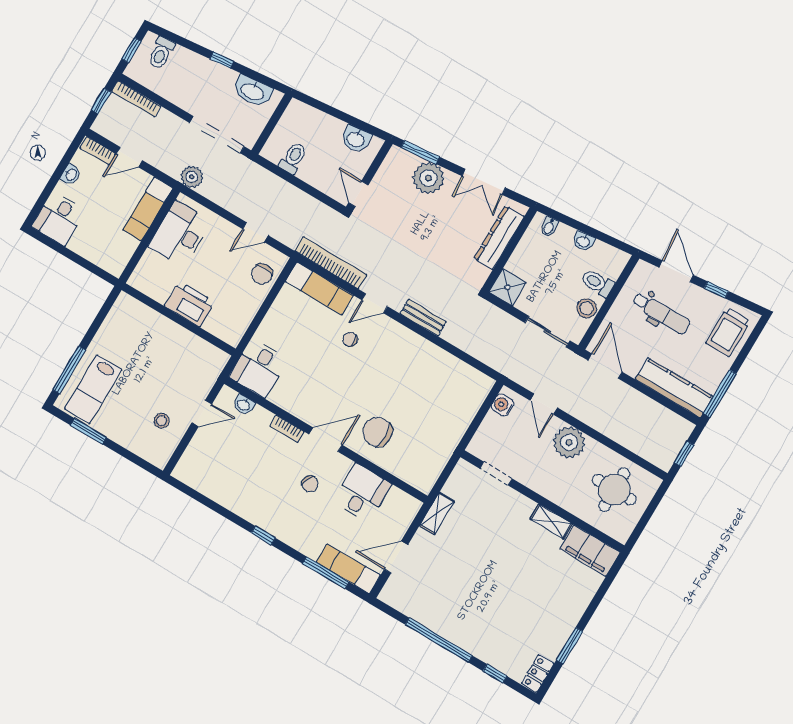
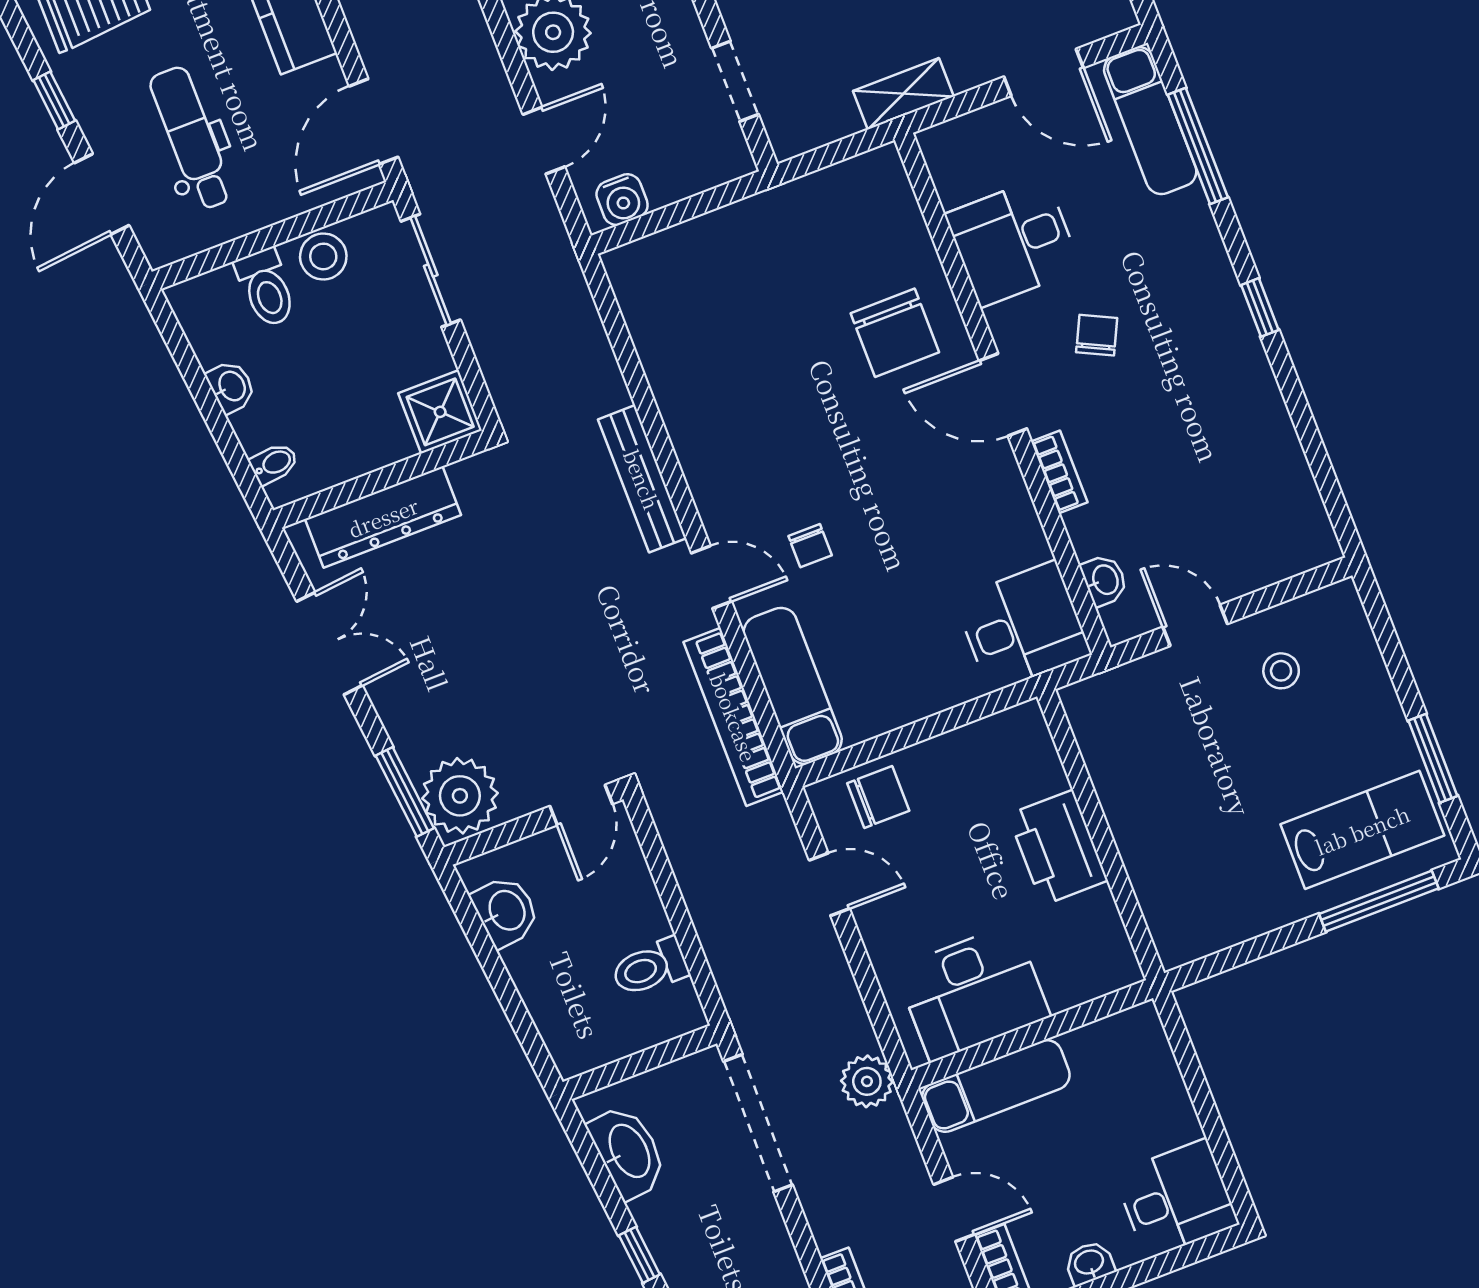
plant: (428, 178) -> (460, 796), moved
bench: (423, 318) -> (642, 479), width x1.36

